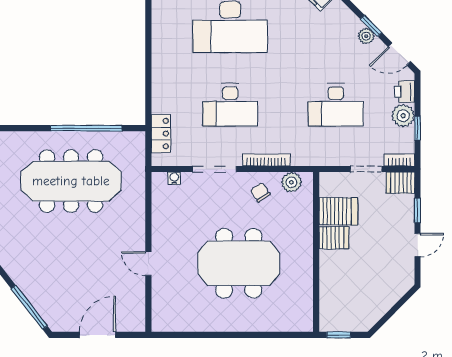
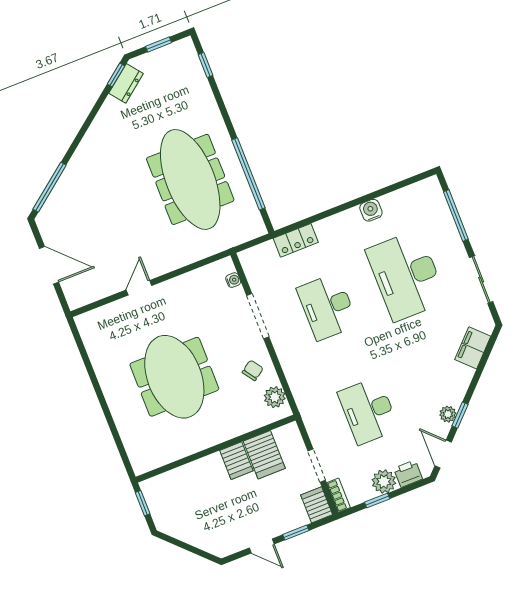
water cooler: (161, 33) -> (371, 210), added
locker: (161, 134) -> (296, 240), moved
bookcase: (266, 160) -> (287, 364), removed

